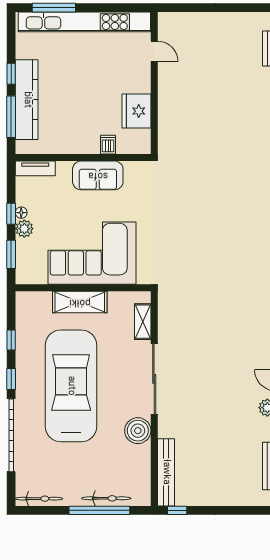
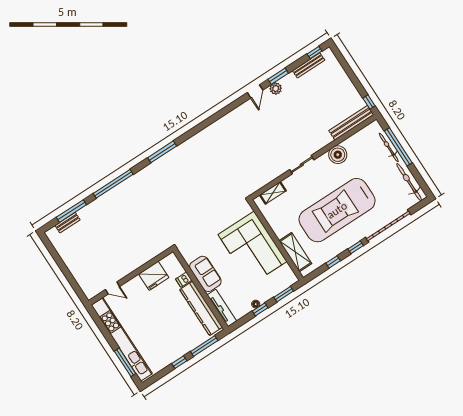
door: (154, 51) -> (113, 288), swing flipped
kitchen counter: (27, 100) -> (201, 308), moved, turned -90
tv unit: (35, 168) -> (222, 308), width x1.41
plant: (24, 229) -> (264, 296), removed
shelving: (80, 302) -> (295, 252), moved
sliding door: (154, 379) -> (302, 165), width x0.54
bicycle: (39, 499) -> (409, 182), width x1.37, depth x1.40

